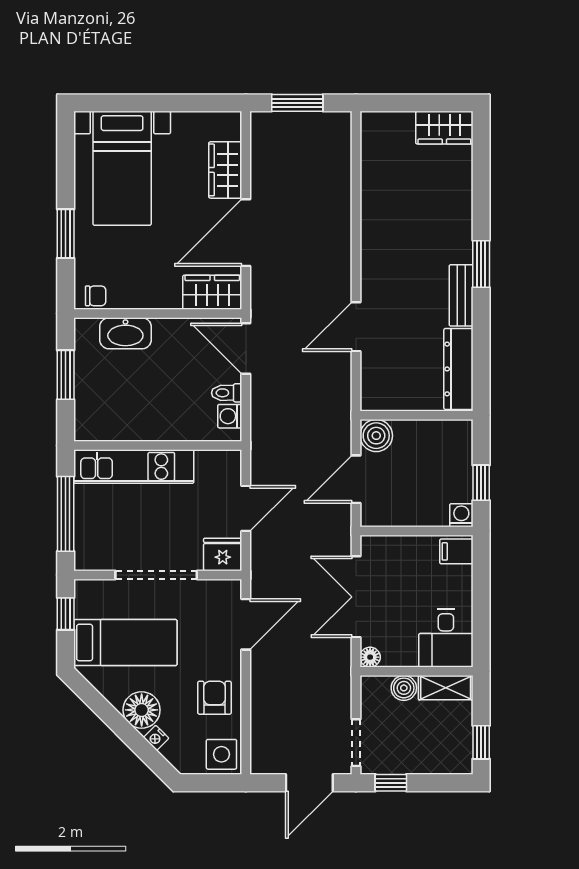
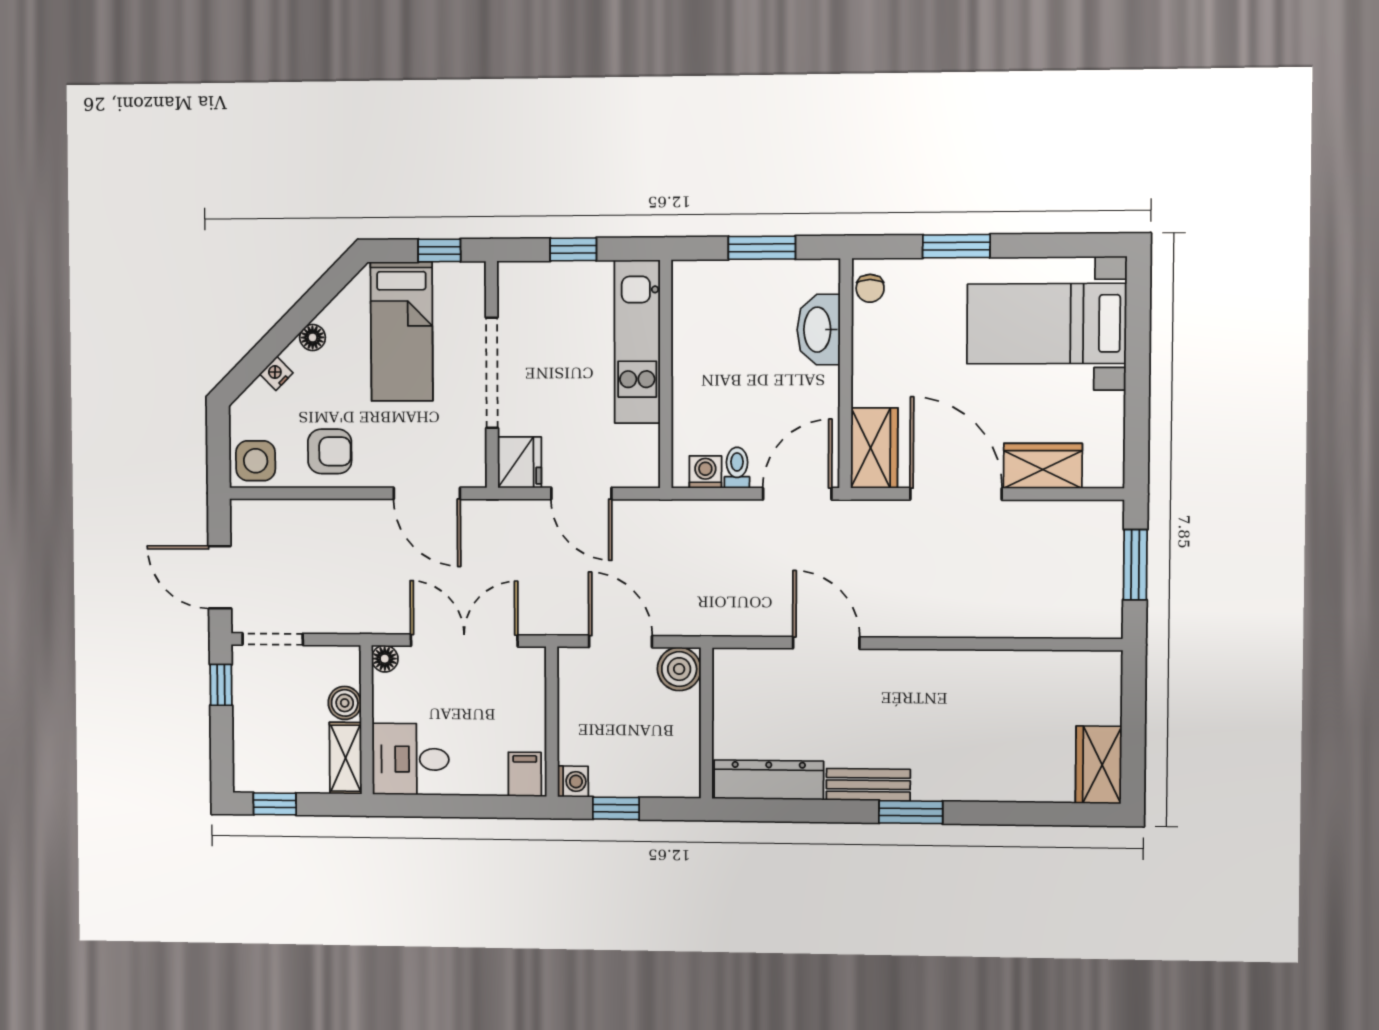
window: (66, 514) -> (573, 249), width x0.46
floor lamp: (142, 710) -> (313, 337), width x0.53, depth x0.53

